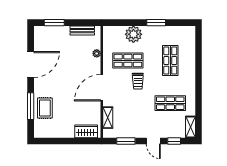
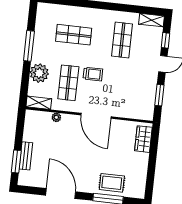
window: (156, 23) -> (29, 46), width x1.44
bench: (82, 31) -> (26, 156), moved
shelving: (108, 118) -> (39, 103), moved

